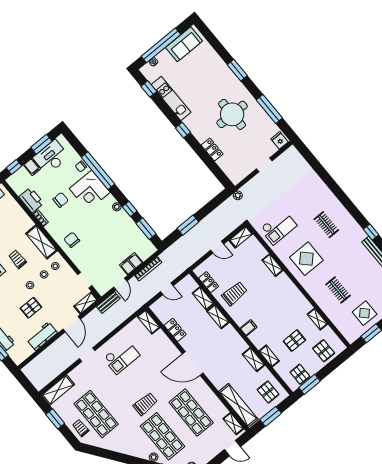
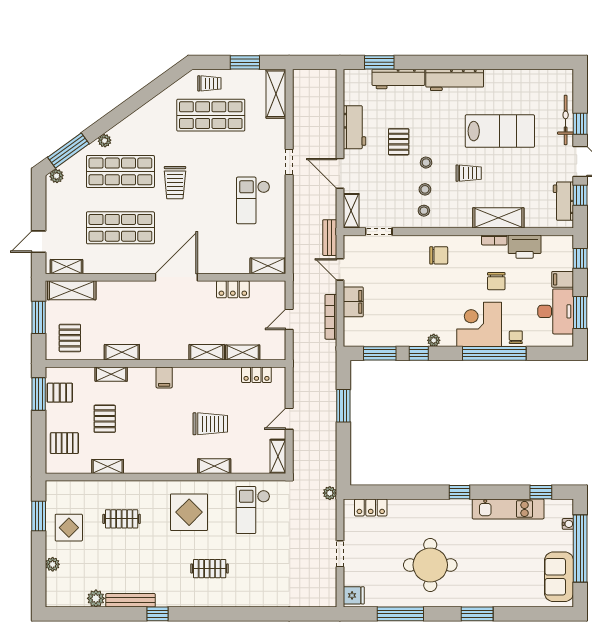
locker: (212, 150) -> (371, 507), moved
shelving: (42, 242) -> (498, 218), moved
trolley: (235, 294) -> (210, 424), moved, turned -90
pallet: (268, 392) -> (70, 338), turned 90
shelving: (238, 405) -> (72, 290), width x0.68

